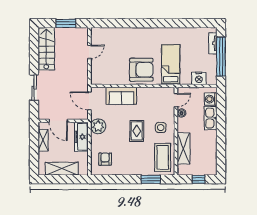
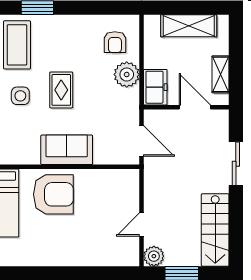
plant: (82, 33) -> (154, 256), added
armchair: (141, 70) -> (53, 194), turned 180
sofa: (121, 96) -> (67, 150), moved
plant: (98, 126) -> (127, 74), moved
freezer: (81, 137) -> (155, 87), width x0.71

